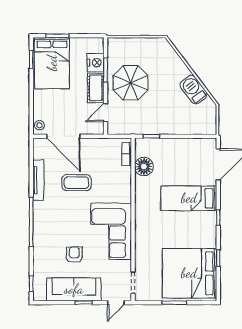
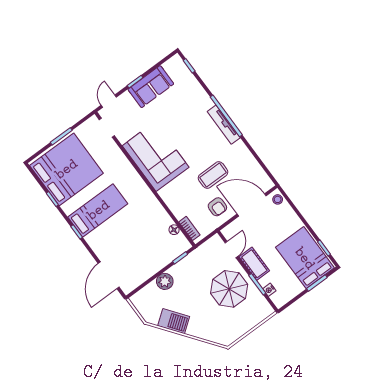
nightstand: (95, 63) -> (269, 290), width x0.53, depth x0.56
plant: (177, 126) -> (165, 281), added
floor lamp: (144, 166) -> (174, 230), width x0.53, depth x0.53
tv unit: (38, 180) -> (224, 125), moved
bed: (189, 198) -> (98, 210), moved
armchair: (74, 255) -> (217, 207), moved
sofa: (74, 289) -> (151, 87), width x0.73

